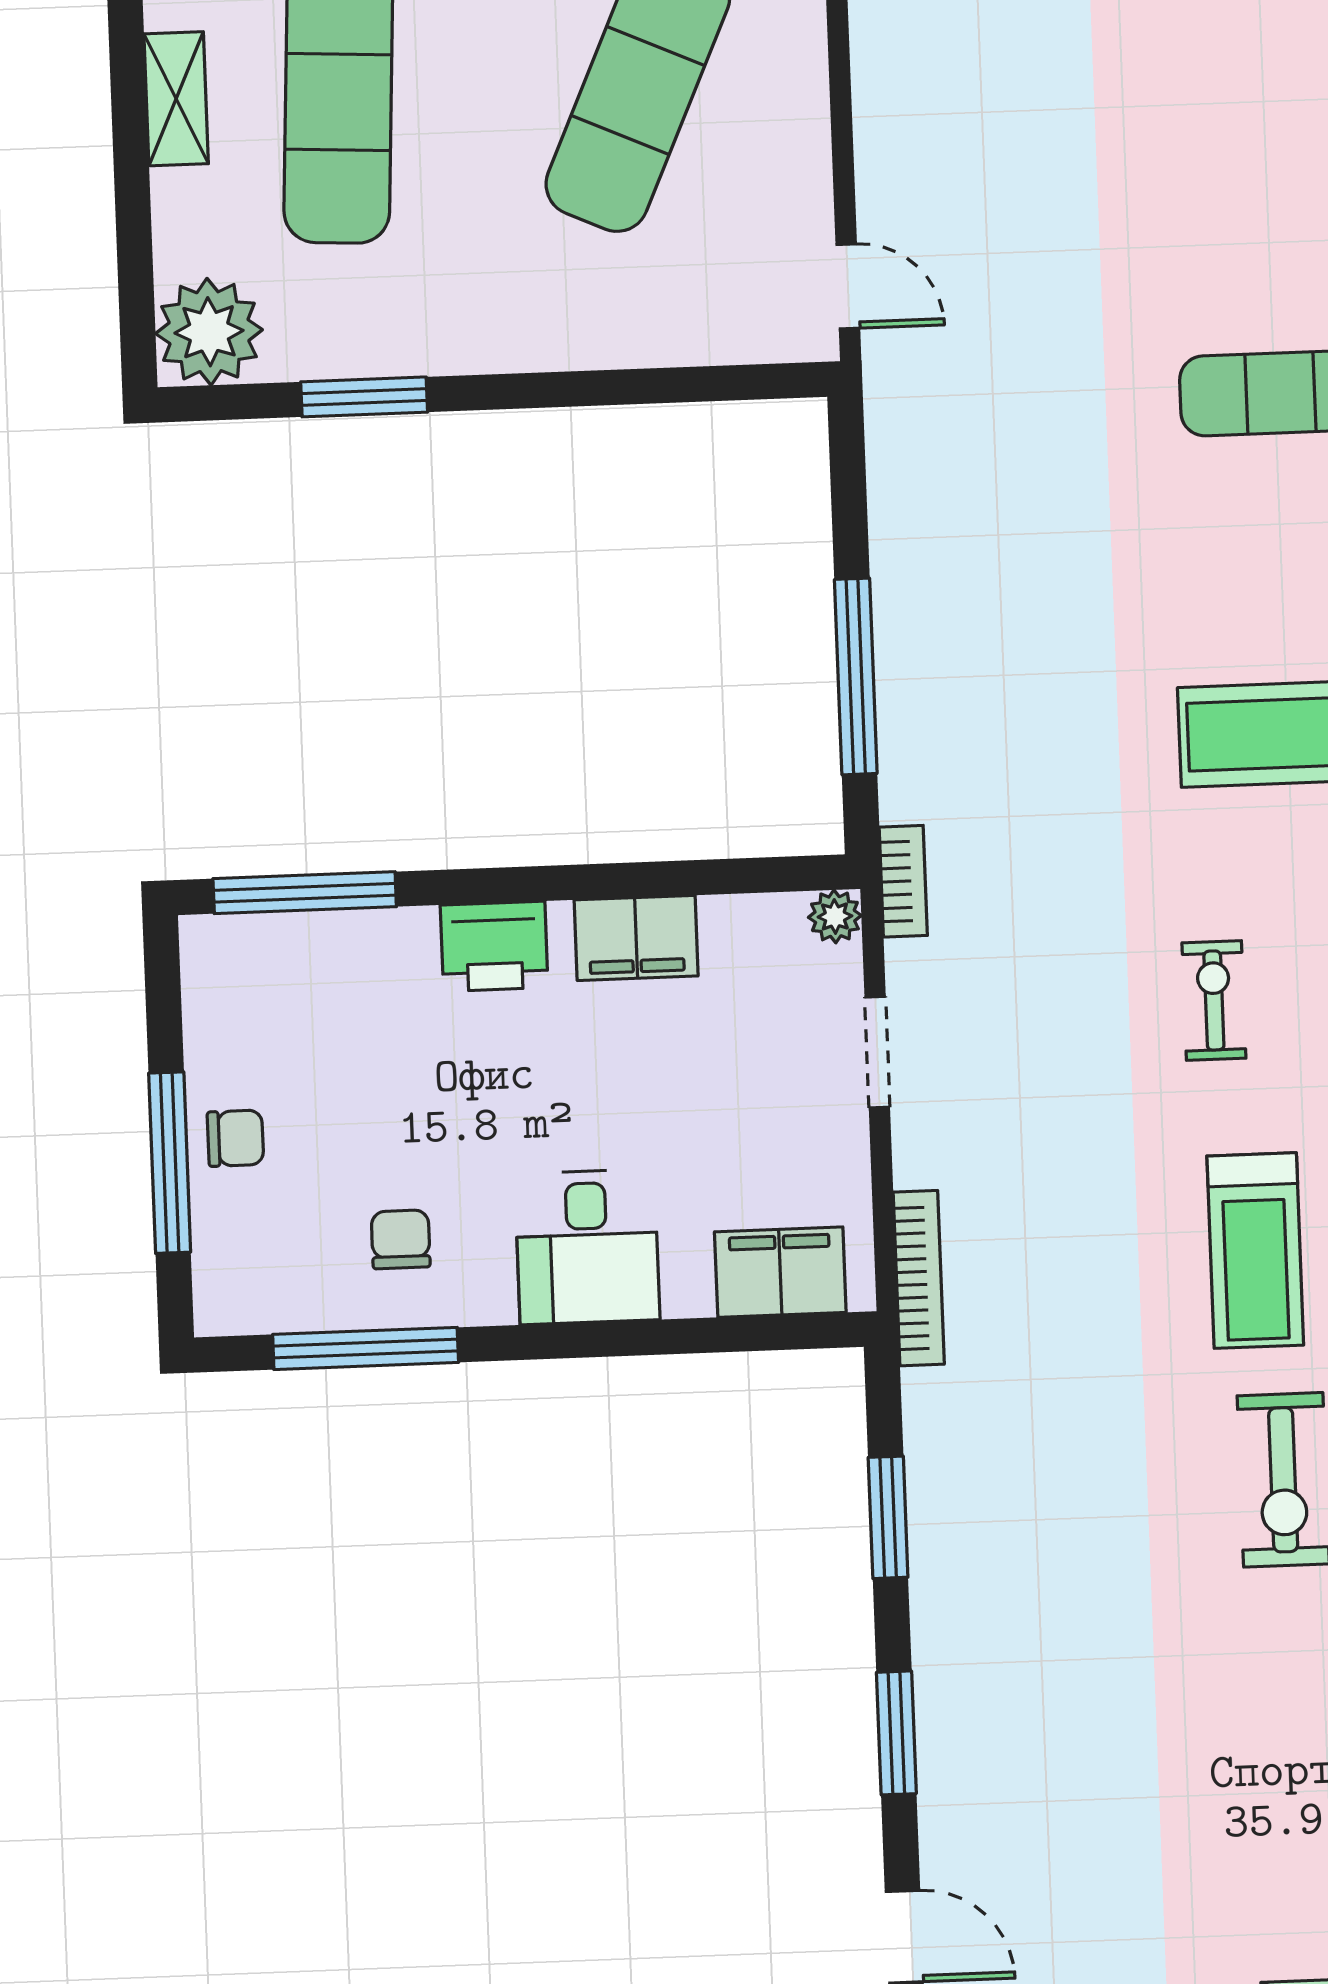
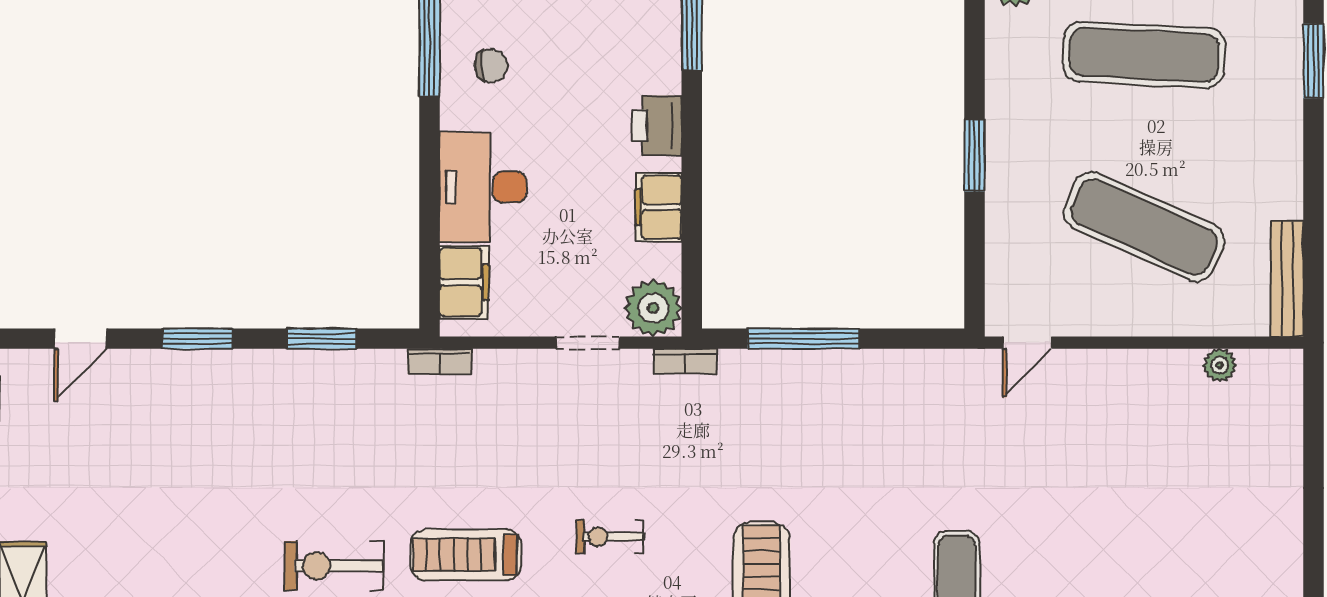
window: (364, 397) -> (974, 155), moved
plant: (835, 916) -> (653, 308), width x1.88, depth x1.88
exercise bike: (1214, 1000) -> (610, 537), turned 180
desk: (587, 1247) -> (483, 187), width x1.37
bookcase: (919, 1278) -> (440, 361), width x0.64

